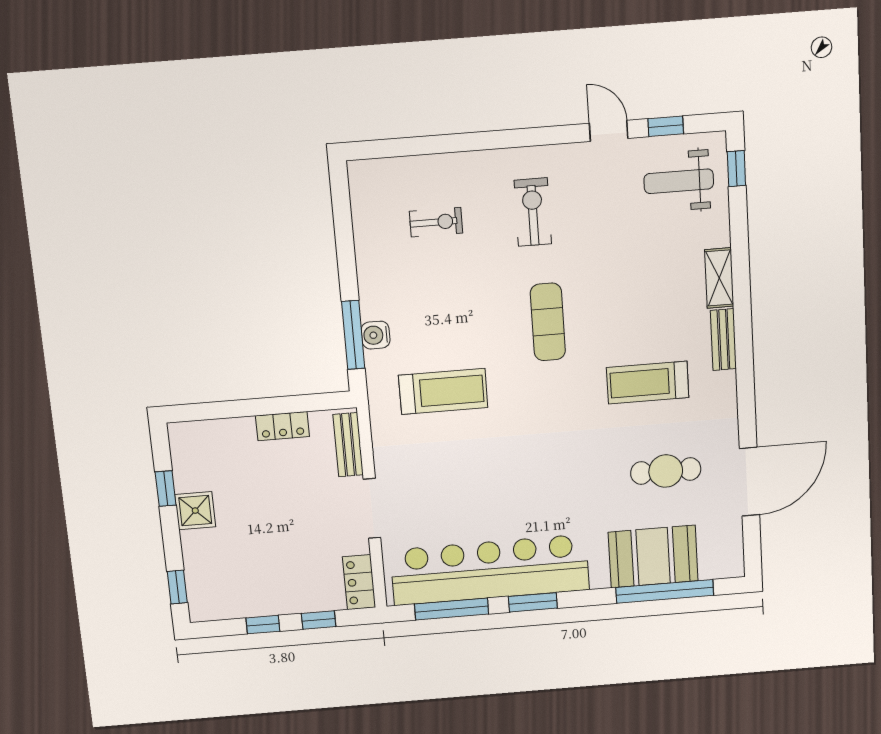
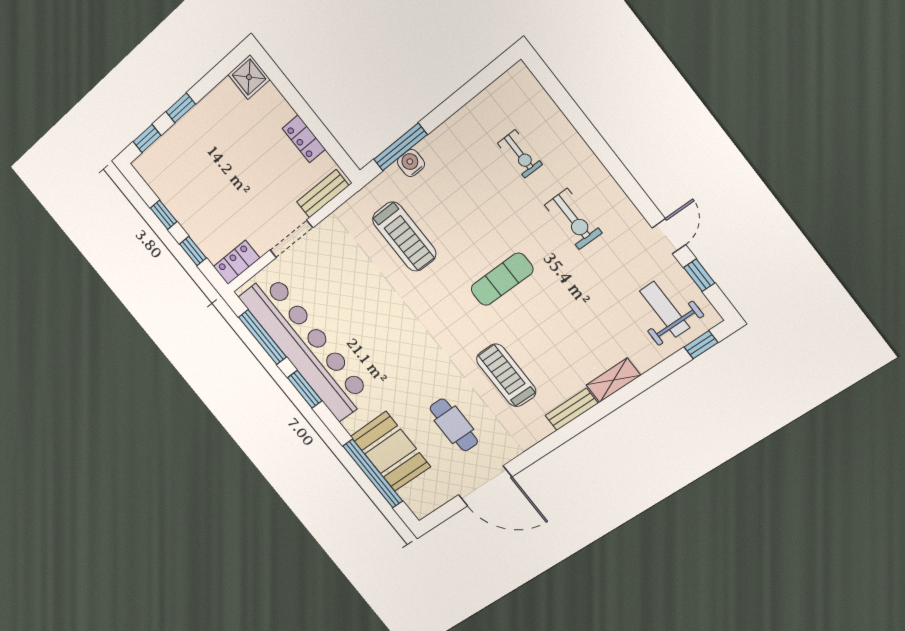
exercise bike: (533, 212) -> (573, 219), turned 90
window: (166, 489) -> (181, 108), moved
shower: (195, 511) -> (249, 77), moved

